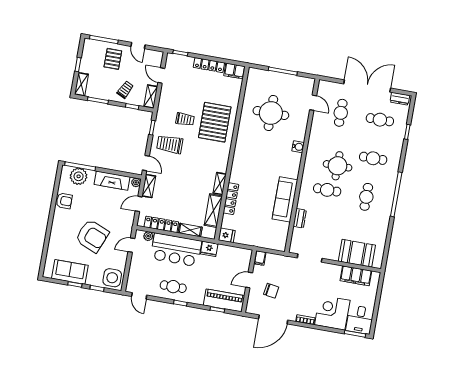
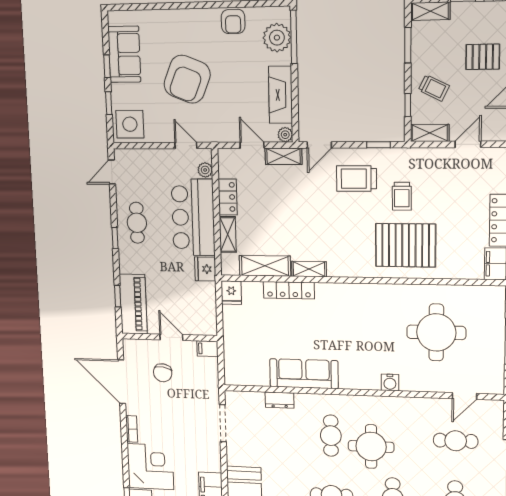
trolley: (170, 144) -> (357, 179), turned -90
locker: (161, 224) -> (228, 197), width x0.66

